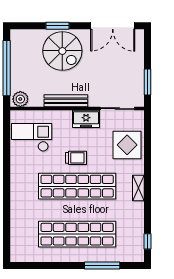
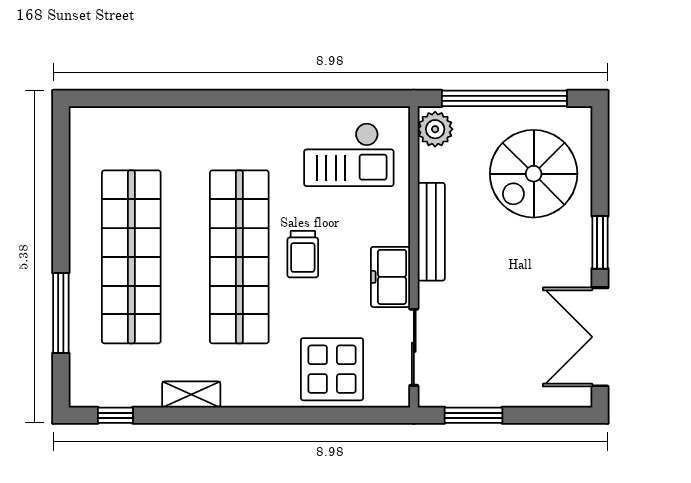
window: (58, 26) -> (600, 242), moved
spiral stairs: (62, 51) -> (534, 174), moved
checkout: (32, 137) -> (349, 155), turned 90
shelving: (138, 188) -> (191, 394), moved

